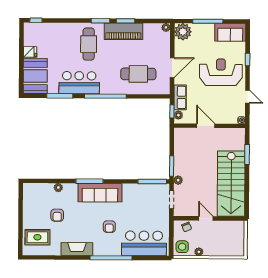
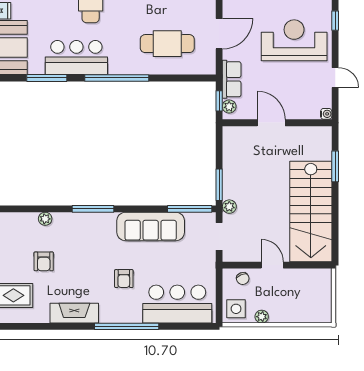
sofa: (100, 193) -> (151, 226), moved

